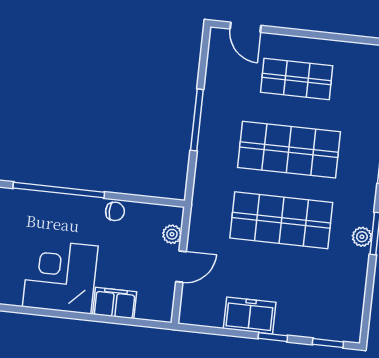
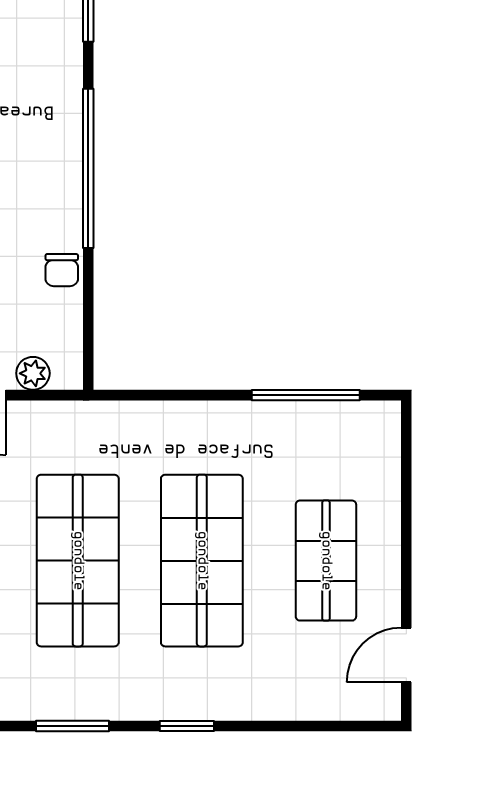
door: (245, 27) -> (406, 655), moved
window: (197, 120) -> (306, 395), moved
plant: (362, 237) -> (64, 704), removed

